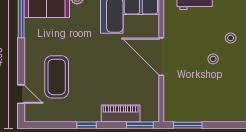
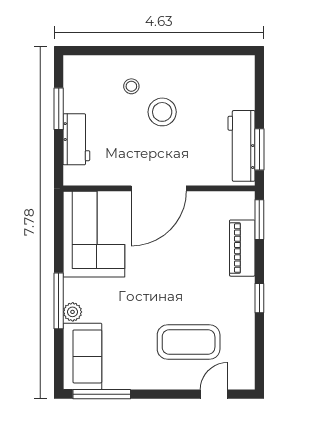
stool: (213, 59) -> (162, 112), width x1.89, depth x1.89
workbench: (190, 113) -> (242, 146), added

